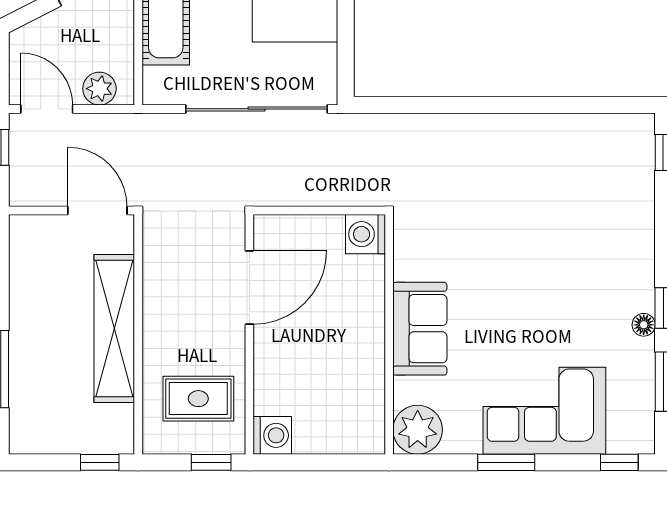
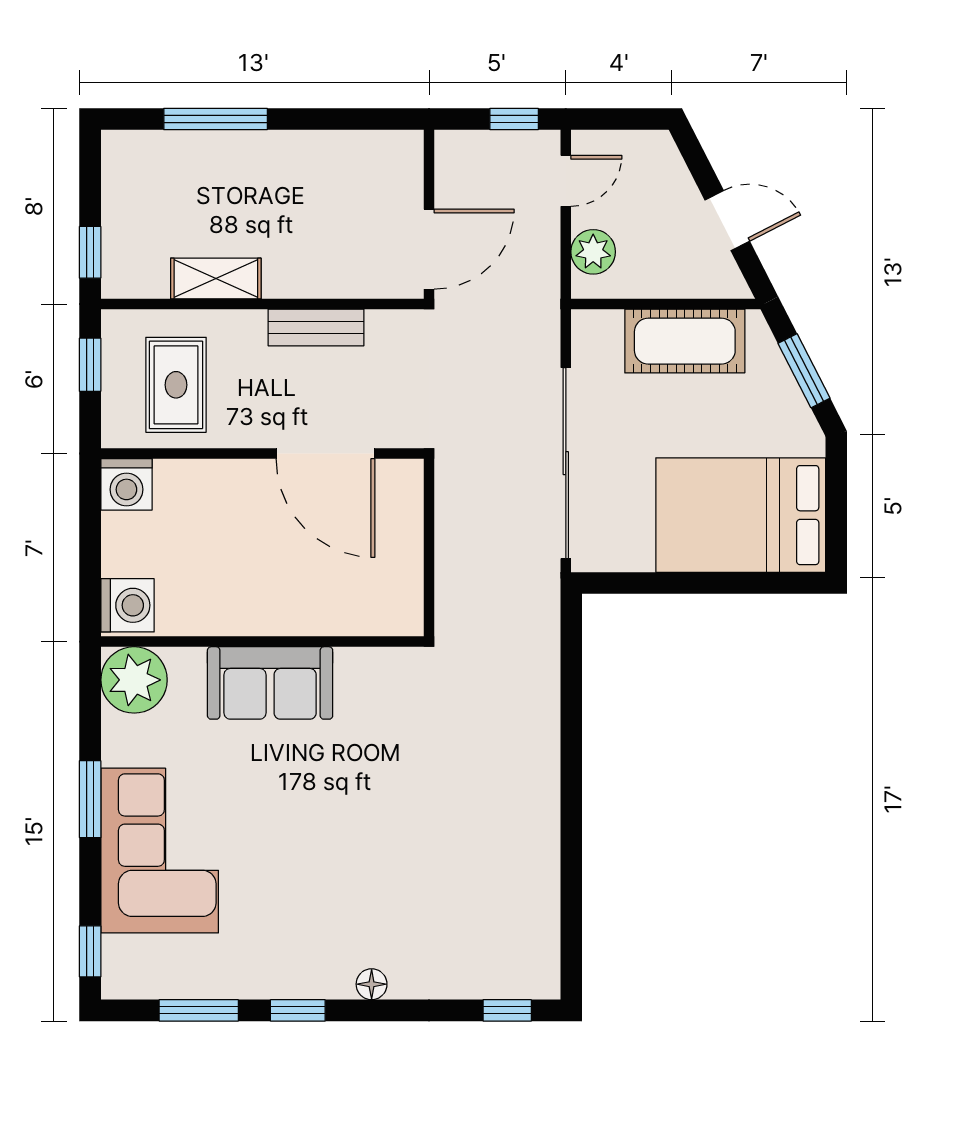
door: (47, 109) -> (566, 181), width x0.73
washing machine: (365, 234) -> (127, 605), moved, turned 90
bench: (156, 295) -> (316, 327), added
floor lamp: (644, 325) -> (372, 984), moved
shelving: (114, 329) -> (216, 279), width x0.45, depth x0.75
window: (211, 462) -> (90, 365), moved

